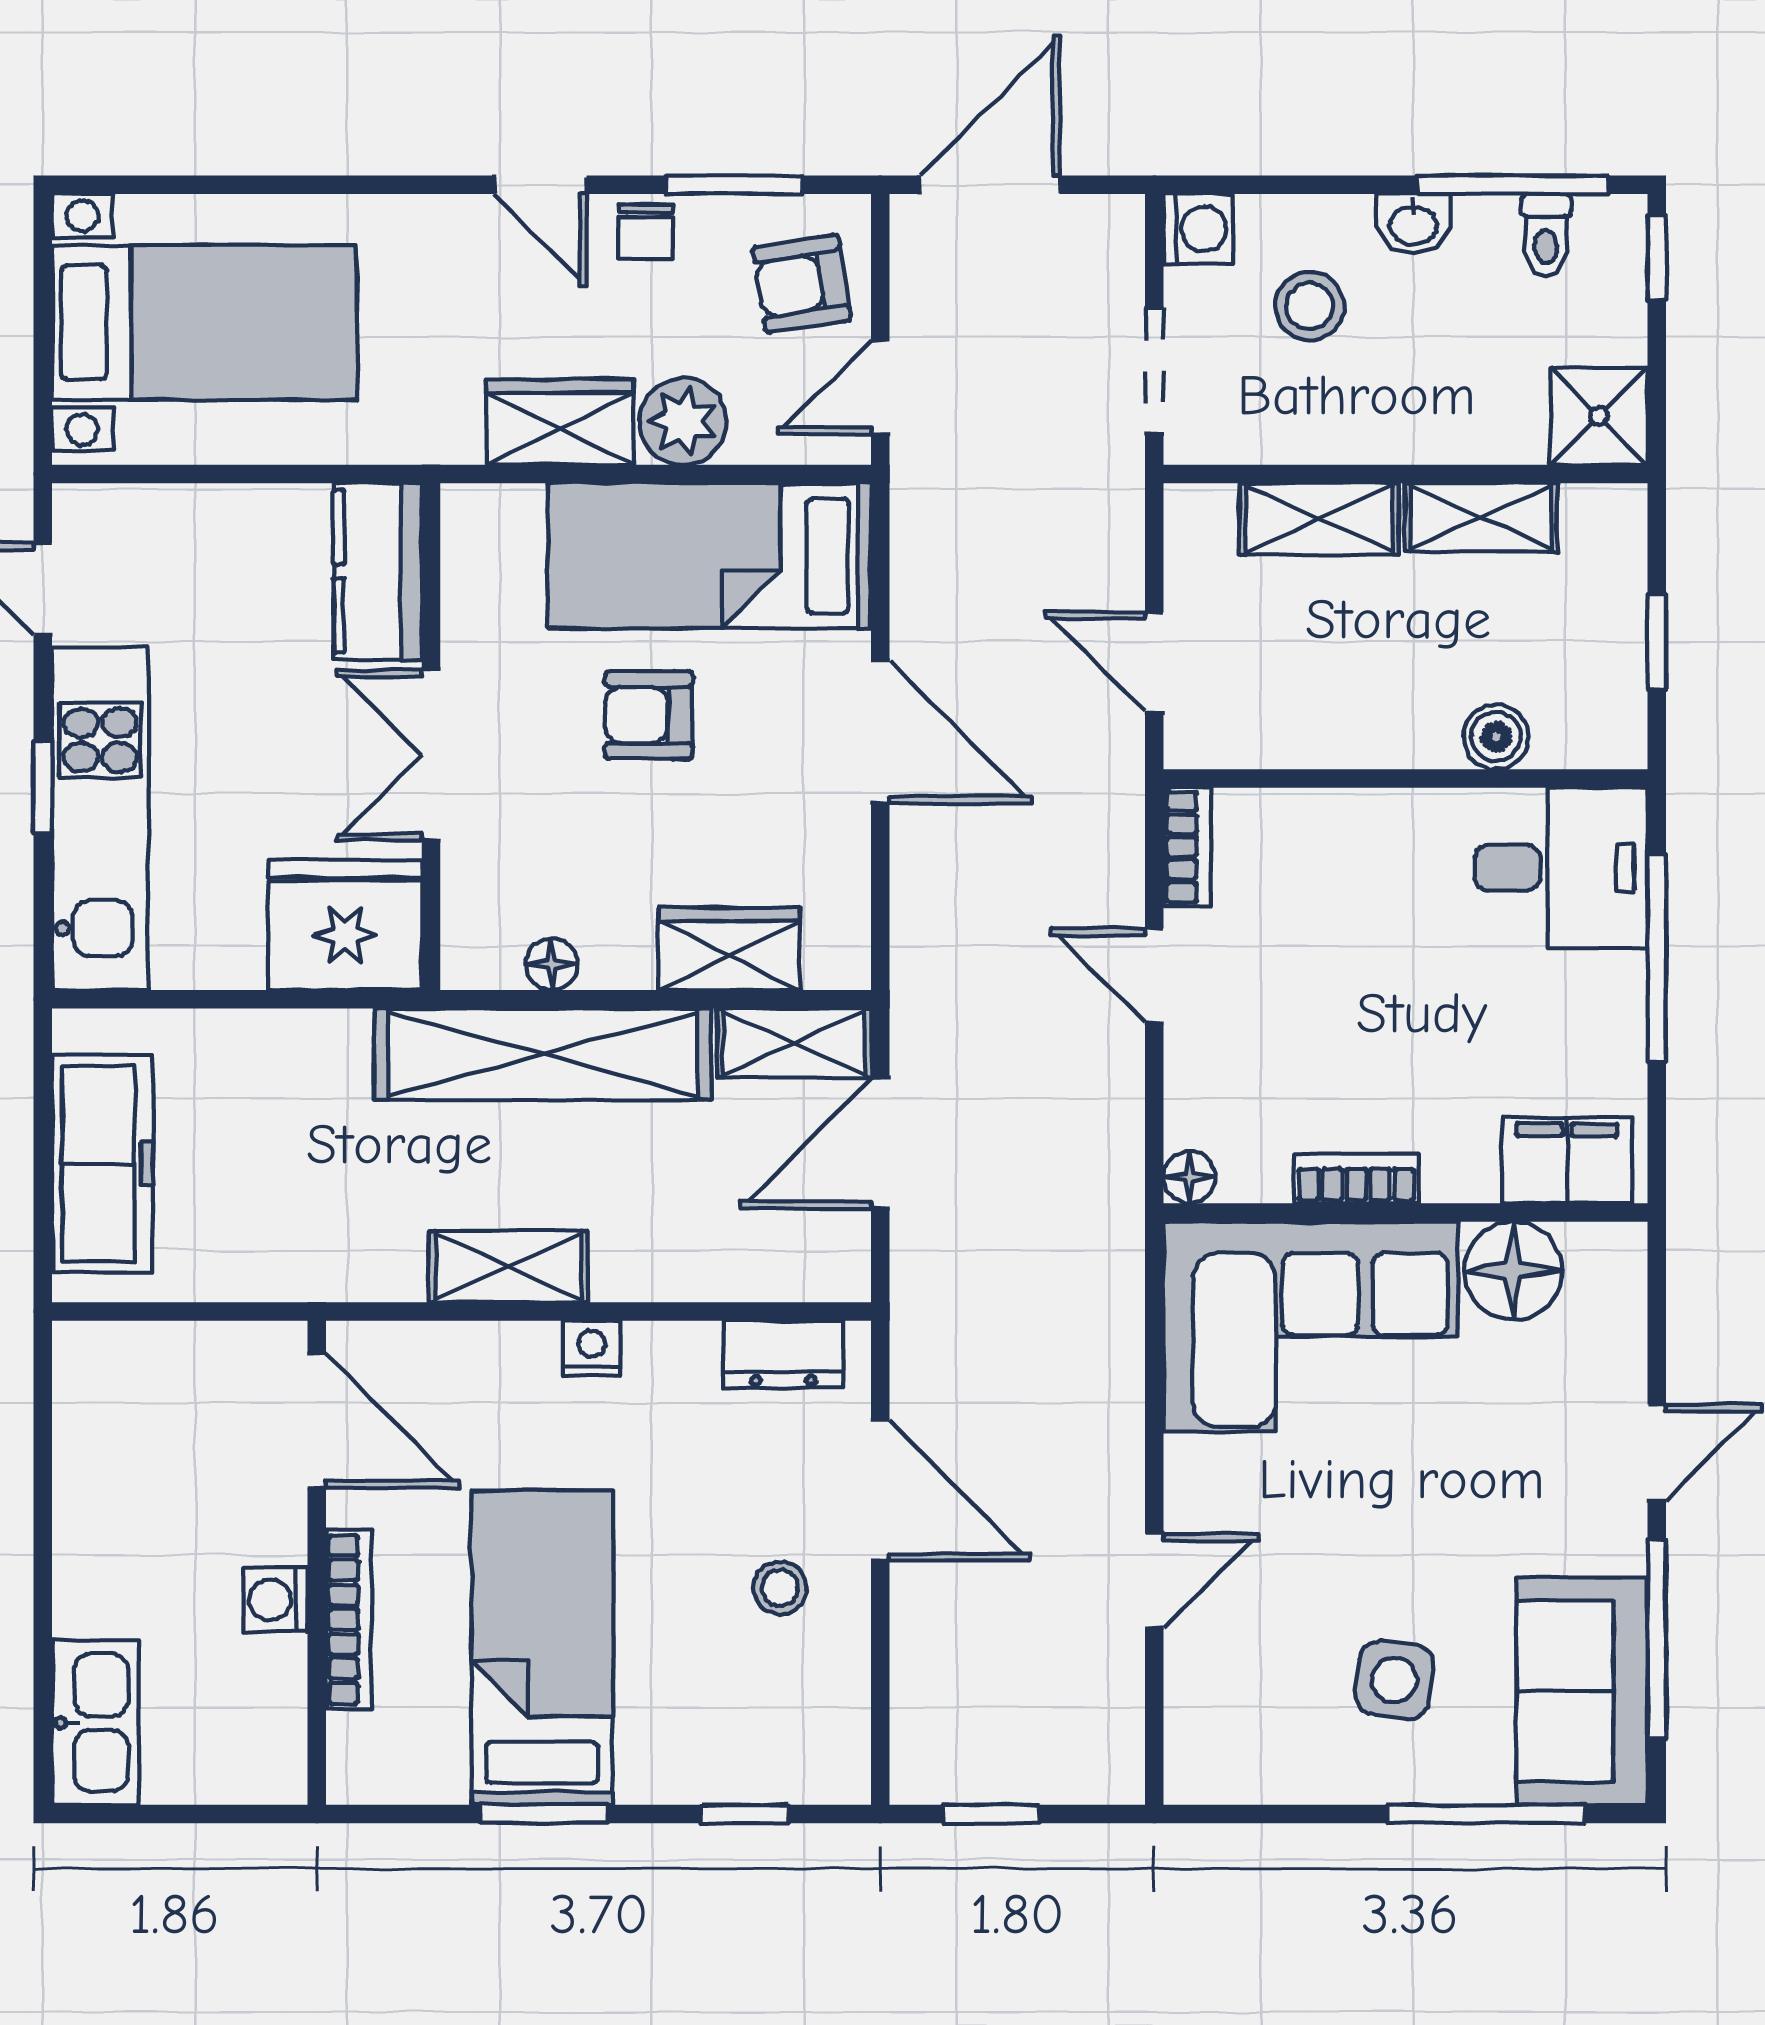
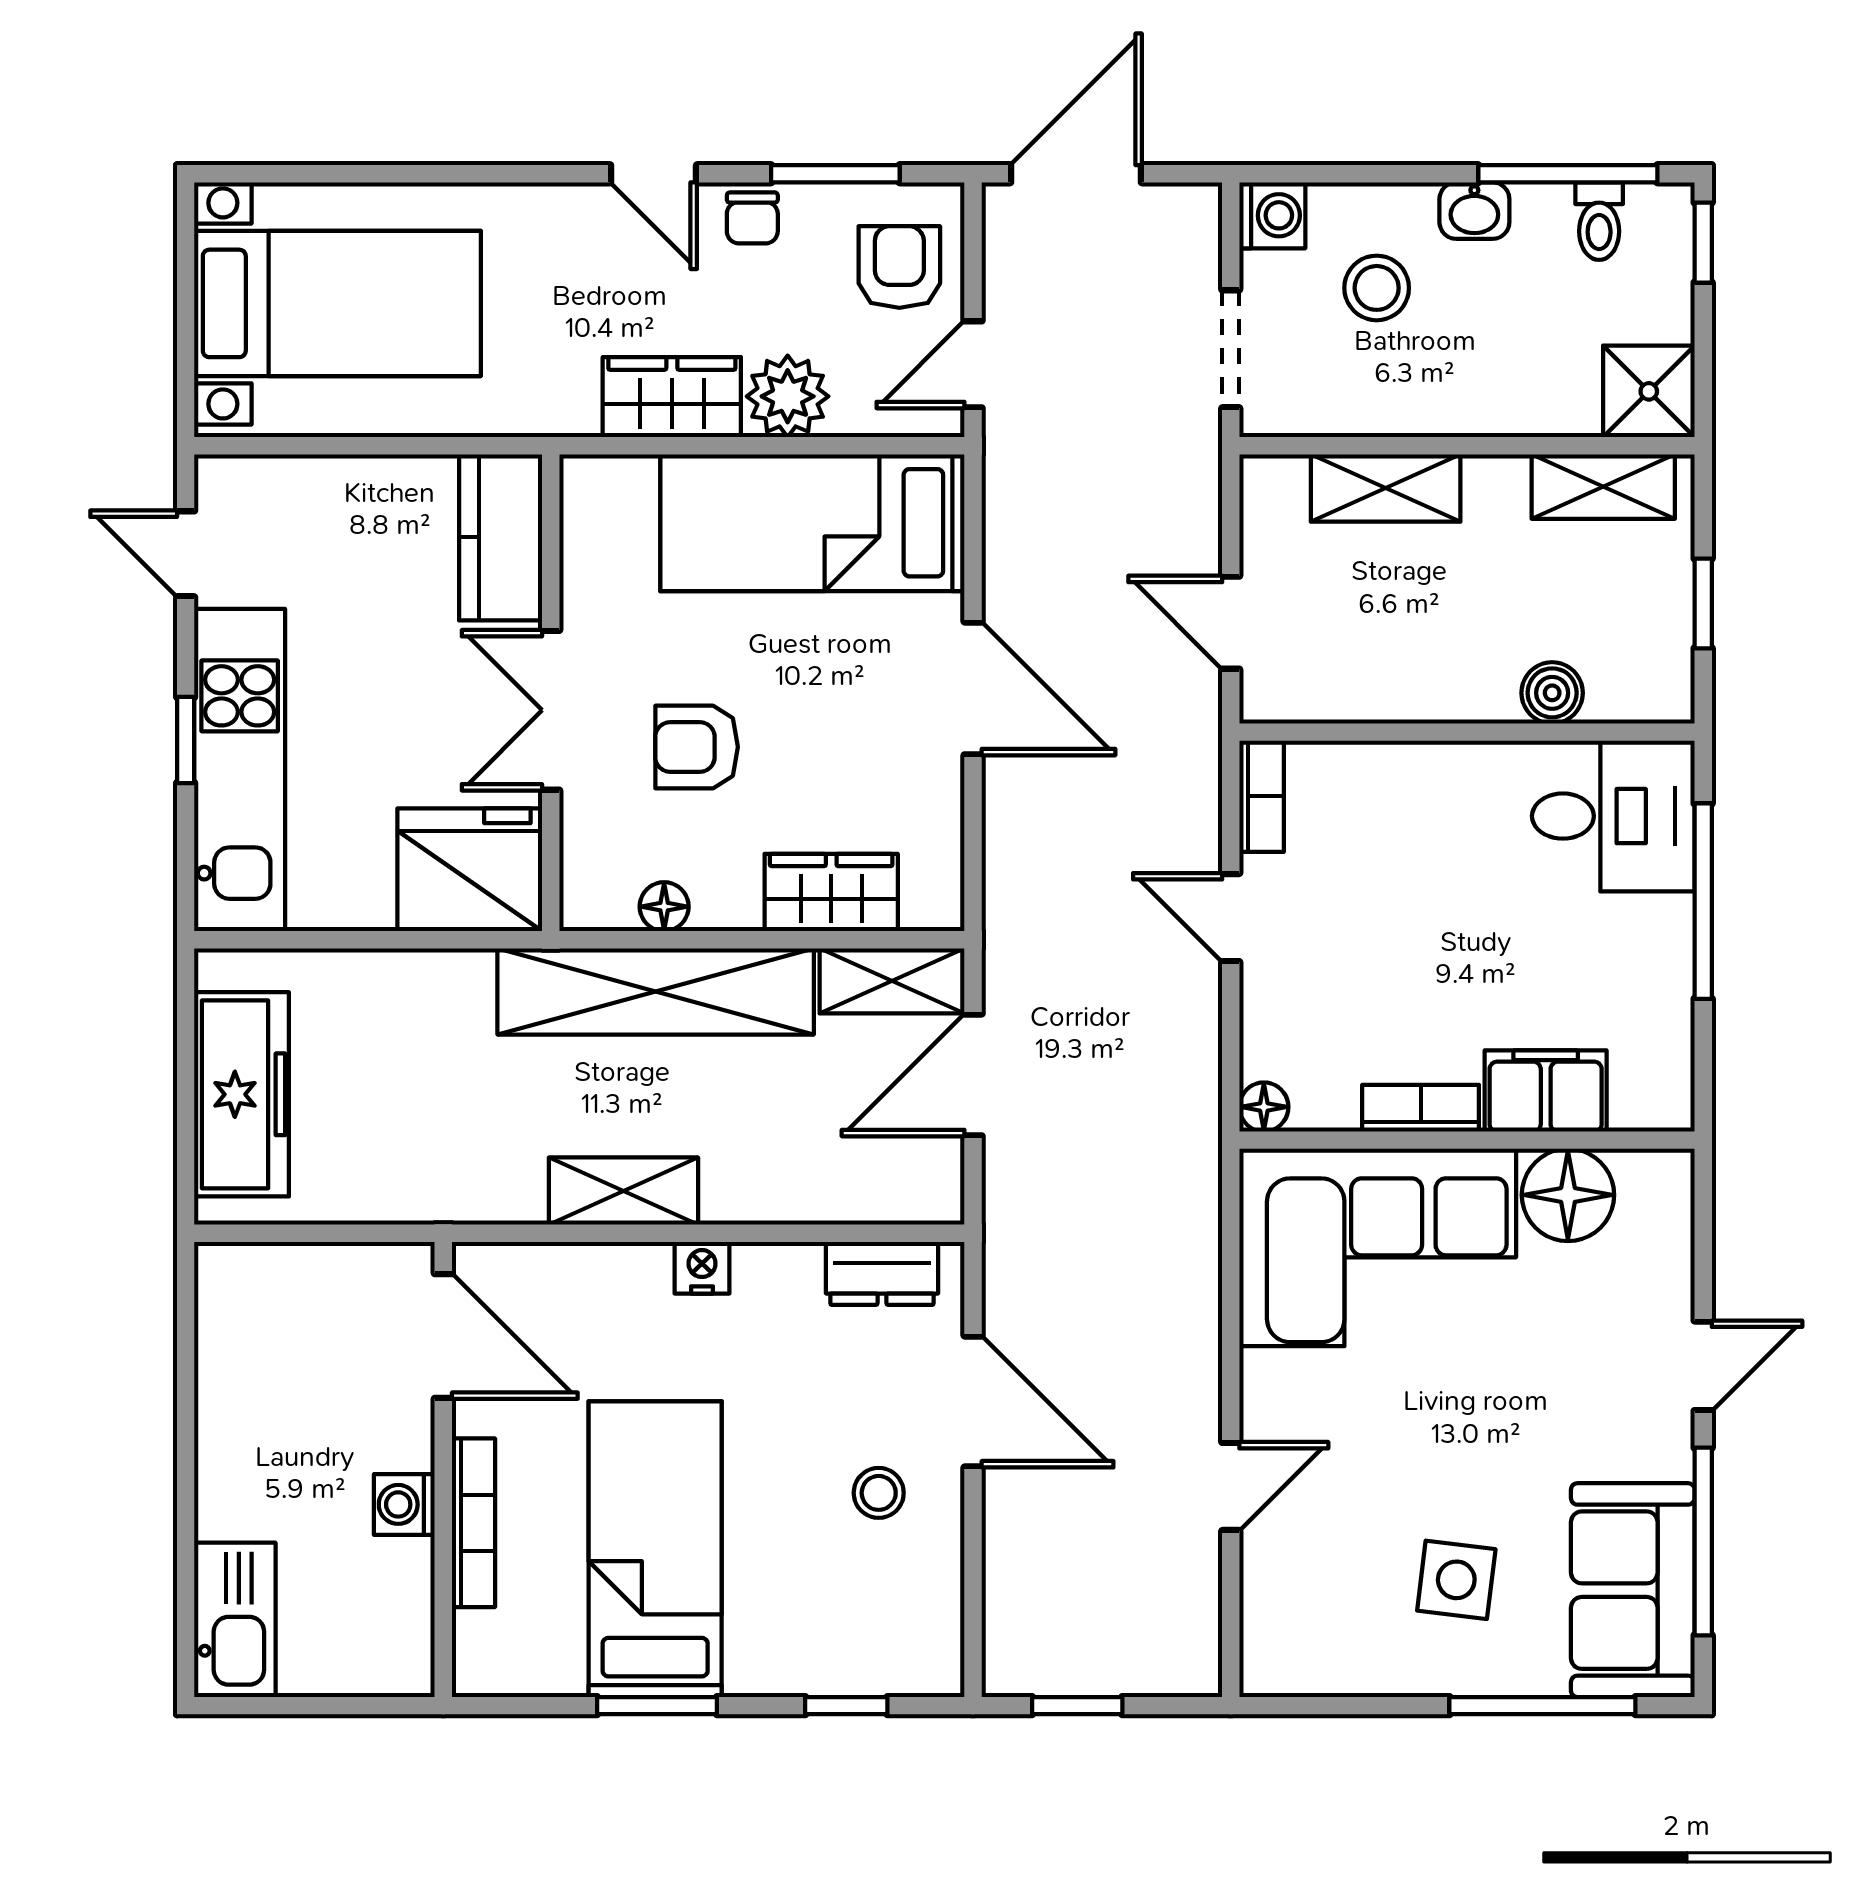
armchair: (802, 284) -> (899, 267), turned 99
shelving: (1481, 517) -> (1603, 487), moved
armchair: (649, 715) -> (697, 747), moved
filing cabinet: (1567, 1160) -> (1546, 1091), moved

